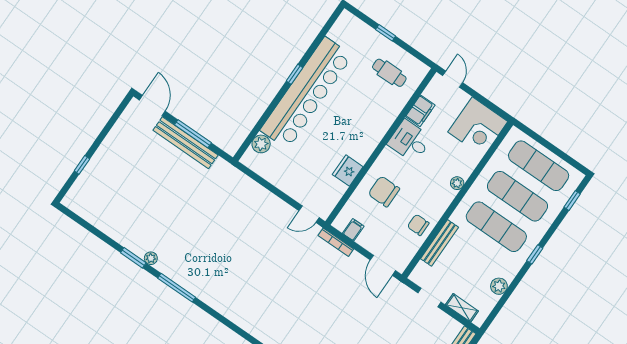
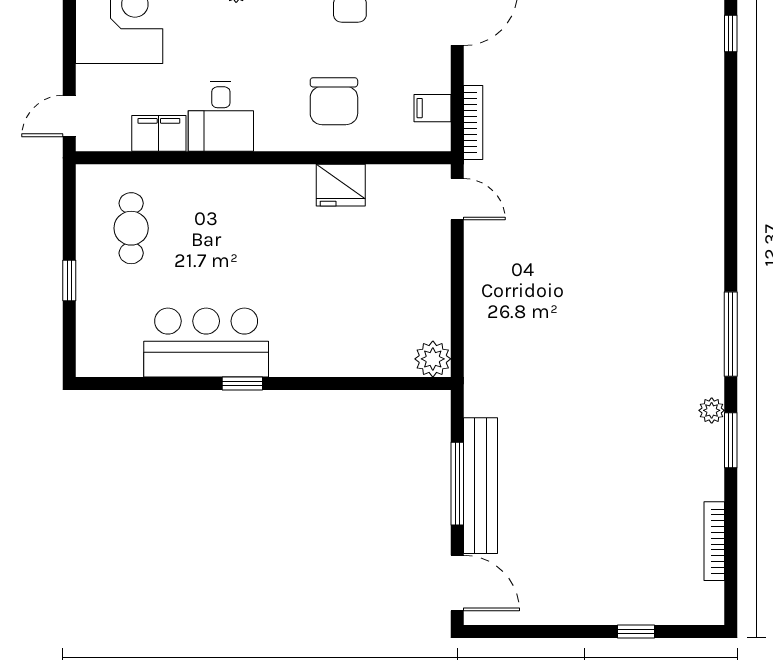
bar counter: (306, 93) -> (206, 343), width x0.54
door: (152, 106) -> (457, 583), swing flipped
plant: (261, 144) -> (433, 359), moved
bookcase: (97, 222) -> (714, 541), added

